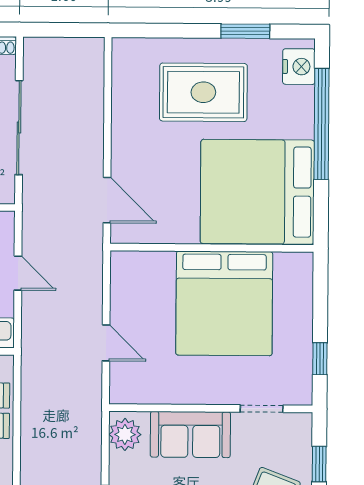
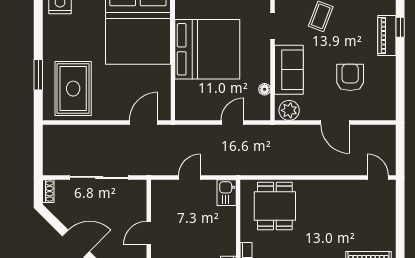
window: (245, 31) -> (38, 75), moved
rug: (203, 92) -> (73, 89), moved
floor lamp: (159, 395) -> (265, 89), added

